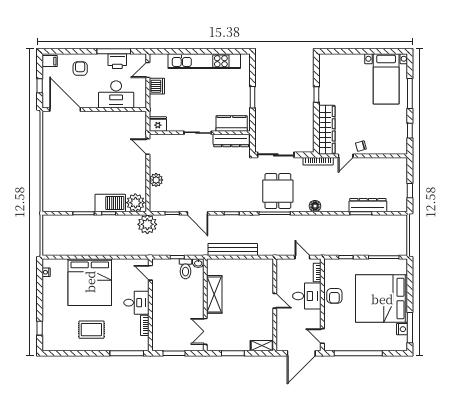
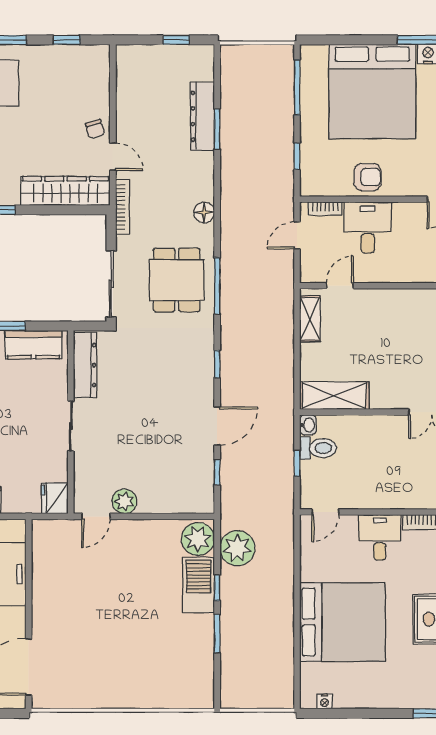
kitchen counter: (232, 123) -> (33, 345), moved, turned -90
plant: (156, 180) -> (124, 501), moved
dining table: (278, 191) -> (177, 280), turned 90
plant: (147, 224) -> (237, 548), moved
bench: (233, 250) -> (283, 362), removed
shelving: (256, 264) -> (310, 319), added
shelving: (214, 294) -> (334, 396), moved
door: (275, 301) -> (340, 286), moved

